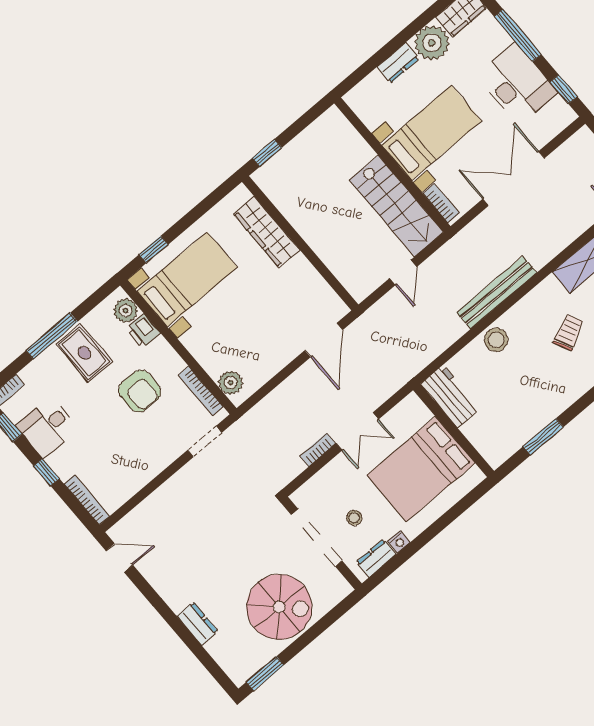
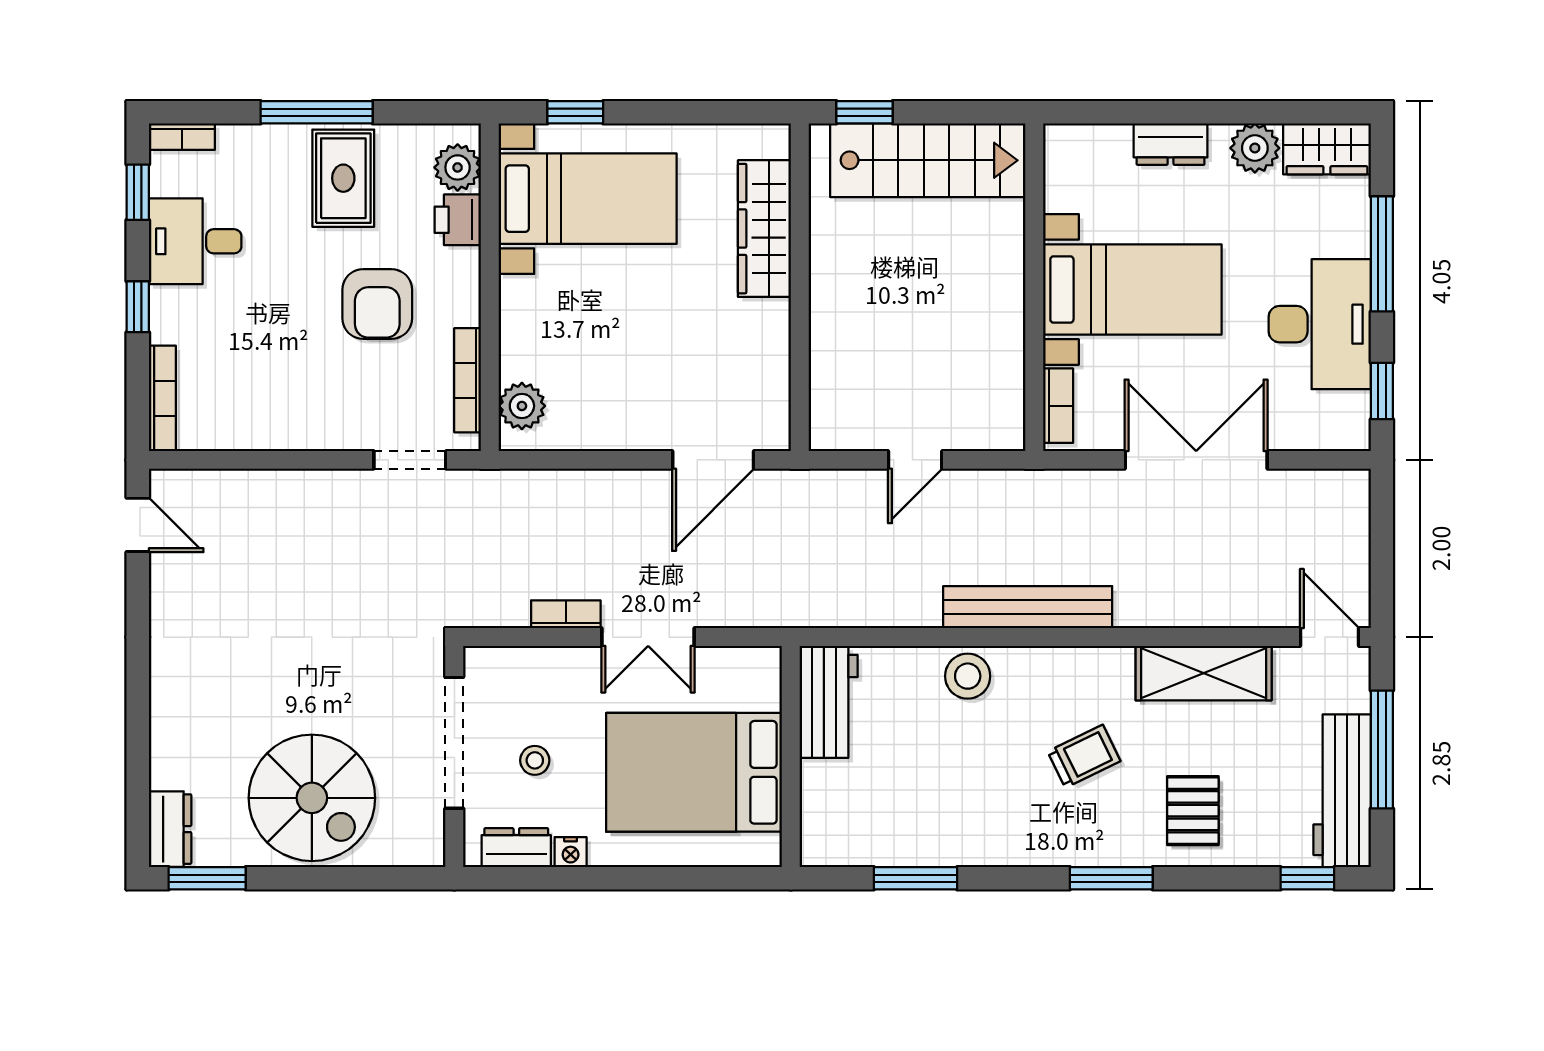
plant: (432, 43) -> (1255, 148), width x0.73, depth x0.73
stairs: (396, 206) -> (928, 160), moved, turned -90
dresser: (197, 624) -> (170, 829), moved

